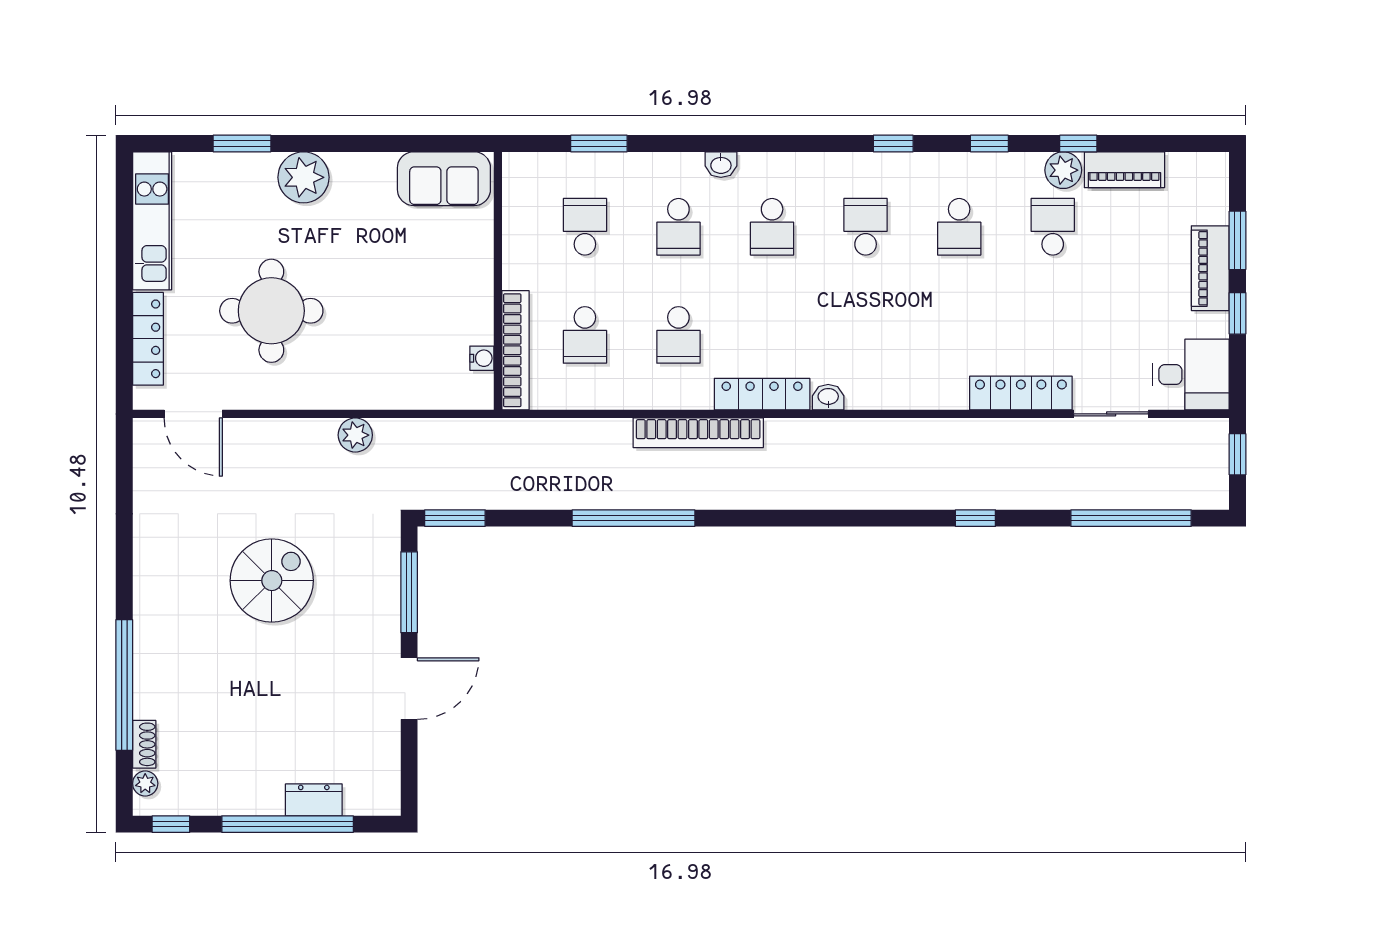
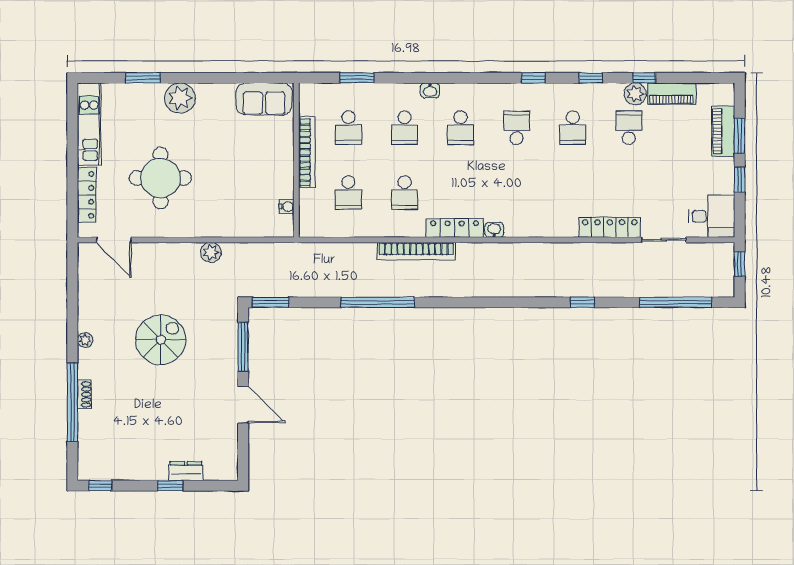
school desk: (585, 227) -> (348, 128), turned 180
piano: (1210, 268) -> (723, 131), moved
bookcase: (515, 350) -> (307, 152), moved
door: (409, 689) -> (243, 404), hinge flipped
shoe rack: (144, 744) -> (84, 395), moved
plant: (145, 783) -> (85, 340), moved
window: (288, 824) -> (170, 486), width x0.32

